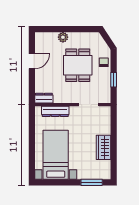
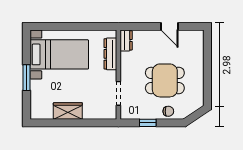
plant: (63, 37) -> (198, 63), removed
window: (92, 182) -> (27, 78), moved

